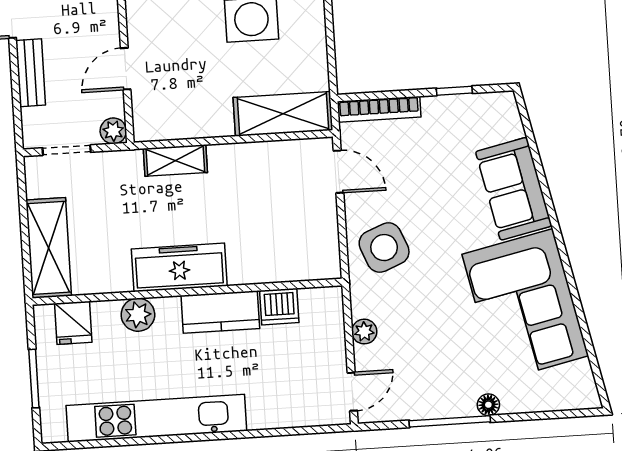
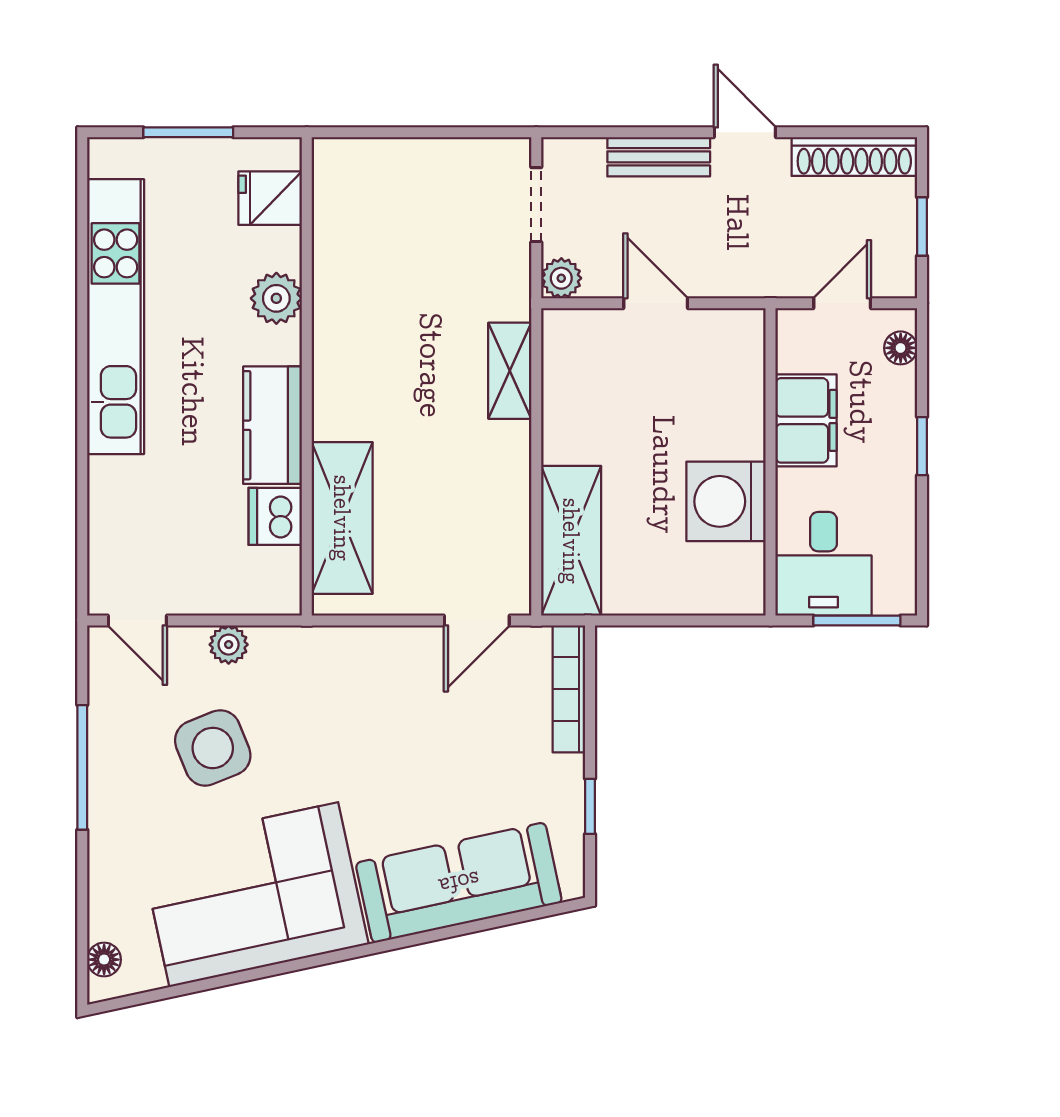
sofa: (514, 189) -> (459, 883), width x1.36
shelving: (49, 248) -> (342, 518), moved, turned 90
side table: (384, 248) -> (213, 748), moved
freezer: (179, 267) -> (345, 366), removed
floor lamp: (488, 405) -> (104, 960), moved

